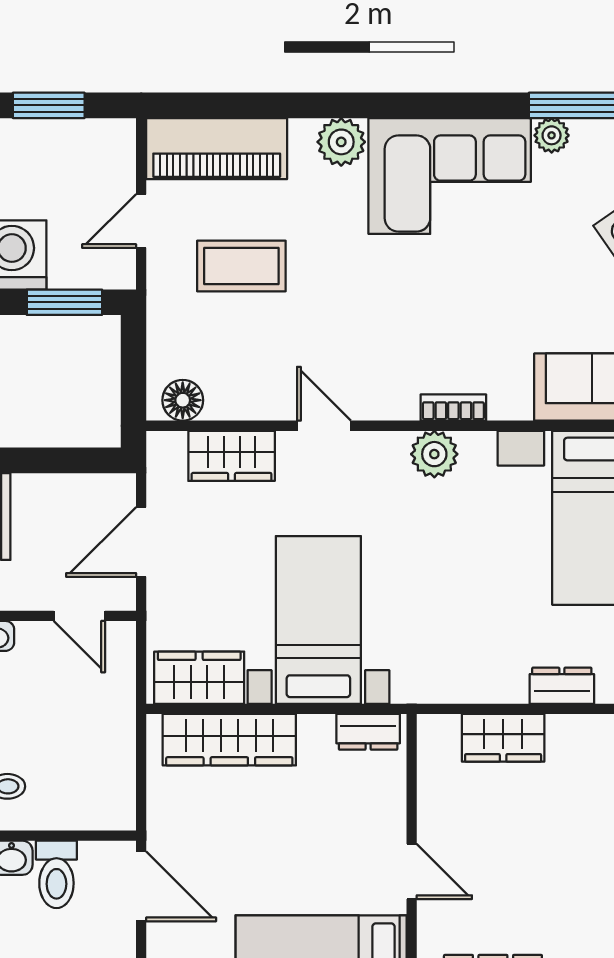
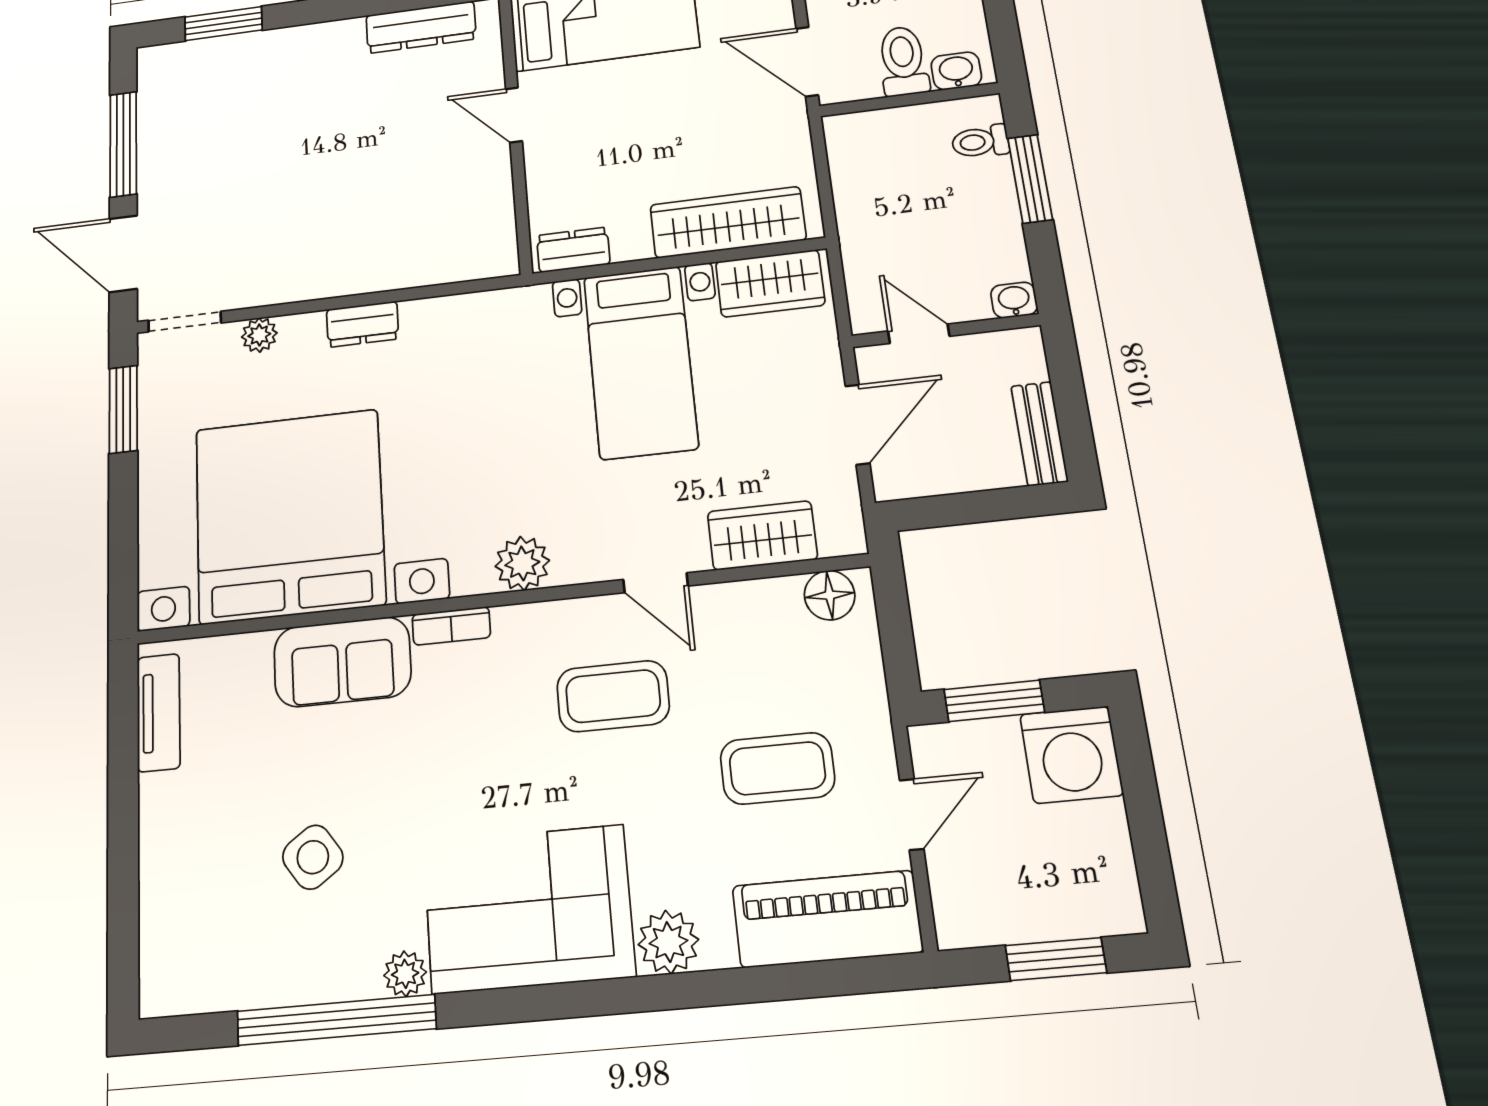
coffee table: (368, 336) -> (613, 696), added
bookcase: (453, 408) -> (451, 626), moved
wardrobe: (503, 738) -> (424, 262), removed

